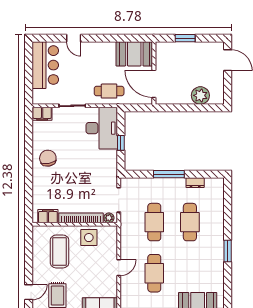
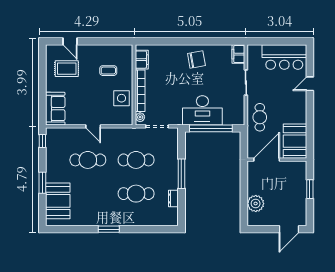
desk: (102, 128) -> (202, 110), moved
window: (121, 143) -> (211, 128), width x3.17
coffee table: (60, 251) -> (108, 71), width x0.54, depth x0.58

